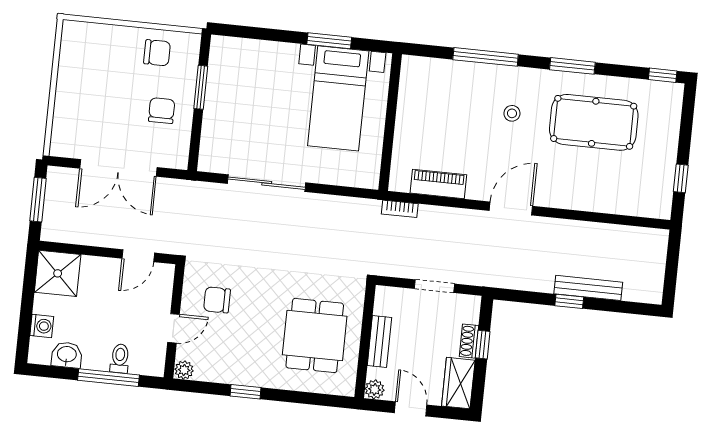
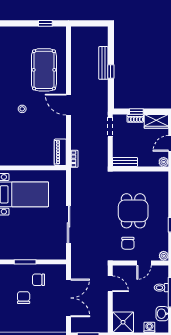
chair: (157, 53) -> (24, 298), moved
pool table: (594, 122) -> (44, 70), moved
piano: (438, 184) -> (60, 152), moved
doorway: (434, 286) -> (110, 127), moved
door: (173, 328) -> (144, 263), swing flipped
dining table: (315, 336) -> (133, 211), moved, turned 90
bench: (379, 341) -> (125, 162), moved

